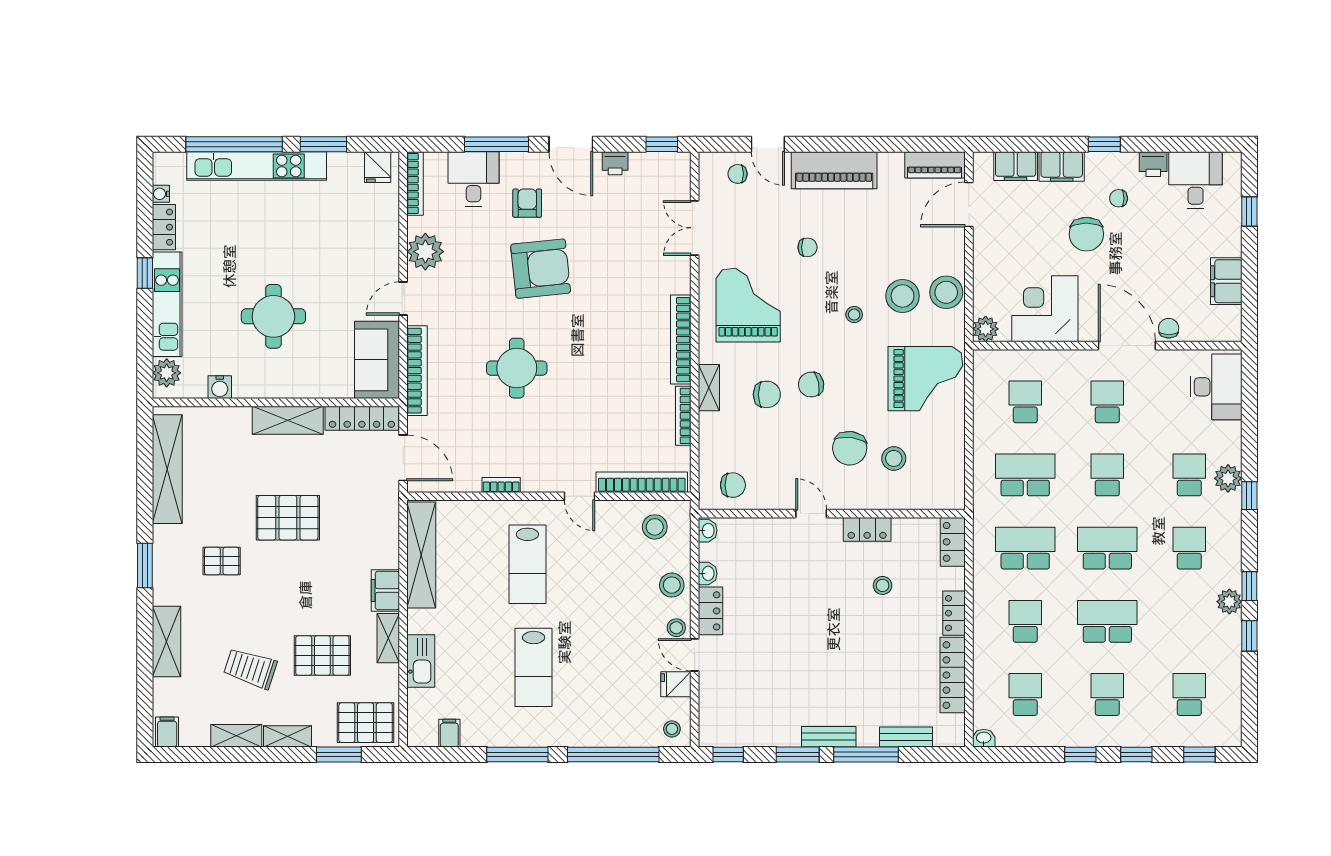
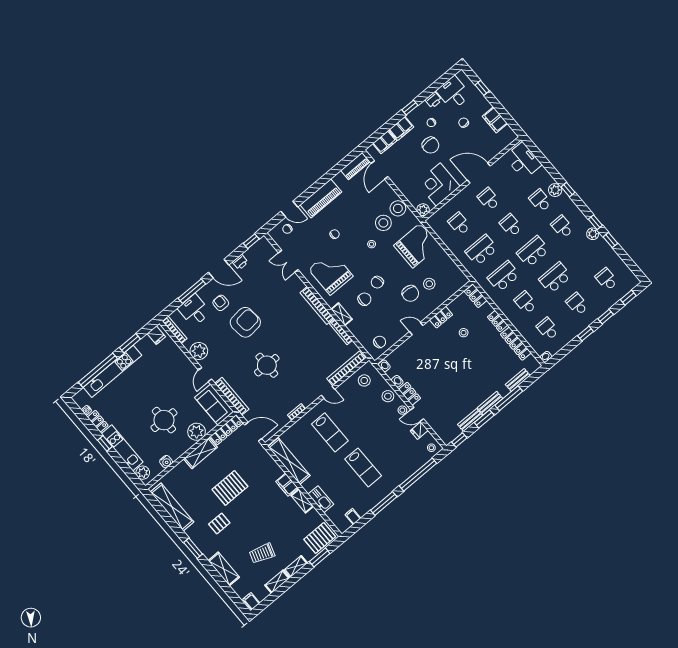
chair: (1169, 328) -> (464, 123), moved
plant: (311, 380) -> (197, 432), added
pallet: (322, 655) -> (284, 527), removed
bench: (773, 737) -> (470, 420), added

